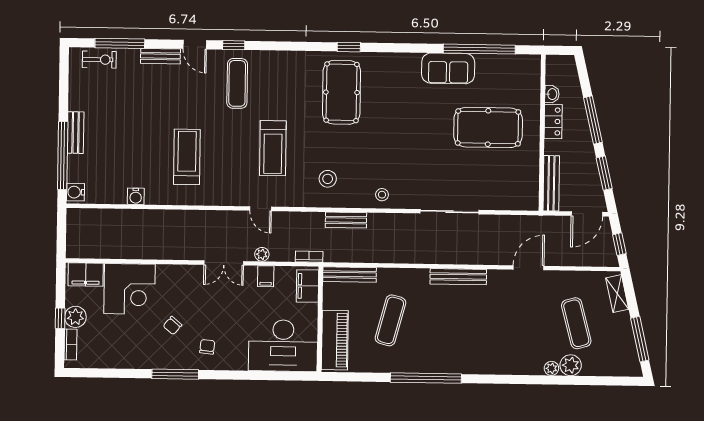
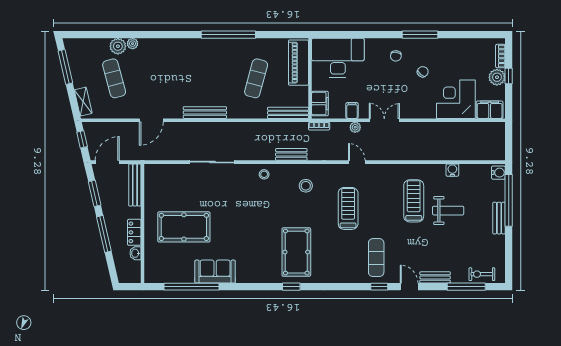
weight bench: (142, 143) -> (448, 211), added
treadmill: (187, 157) -> (414, 201), turned 180

